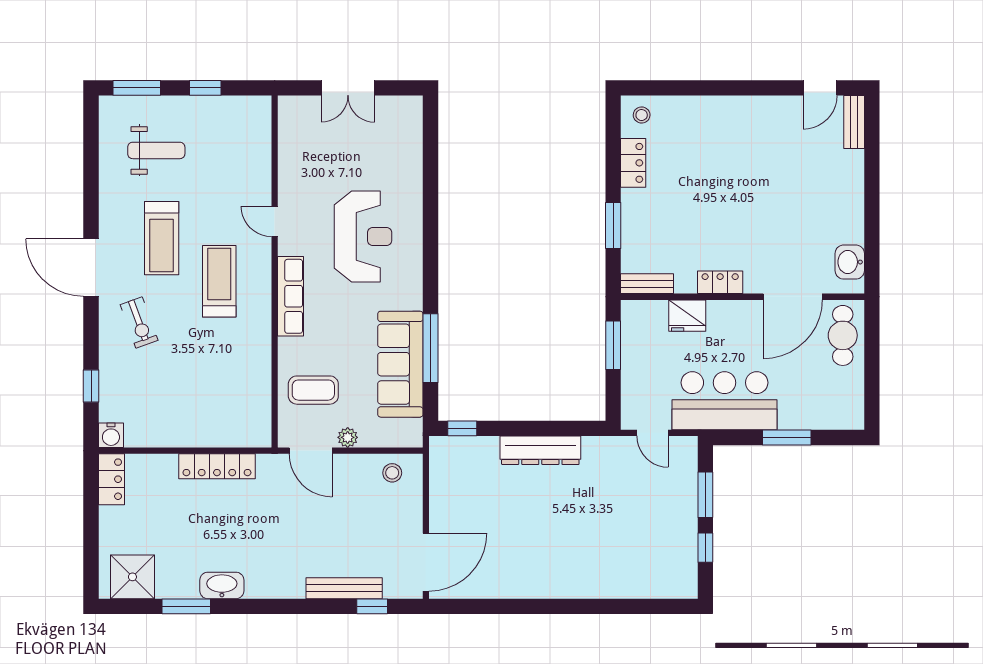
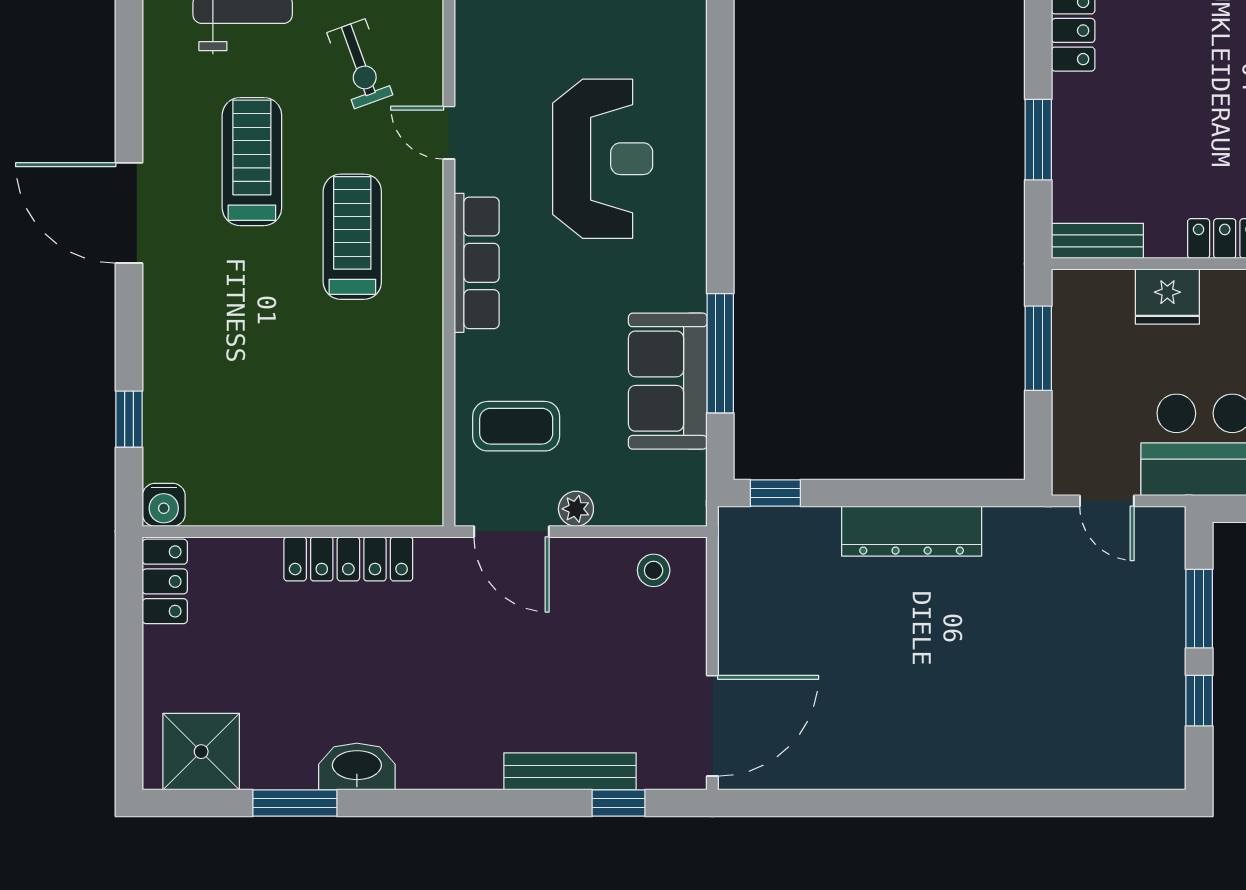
treadmill: (162, 238) -> (252, 162), turned 180
exercise bike: (139, 322) -> (360, 64), moved
sofa: (400, 364) -> (668, 381), width x0.73

